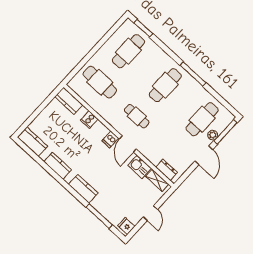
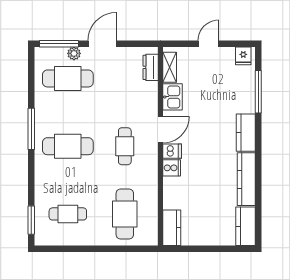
cafe table: (128, 51) -> (68, 214), width x0.73, depth x0.74
cooker: (89, 120) -> (172, 168), moved
kitchen counter: (58, 166) -> (246, 179), width x1.50

